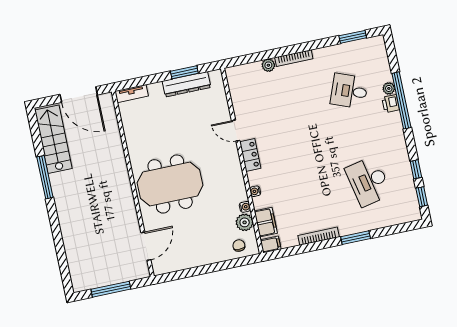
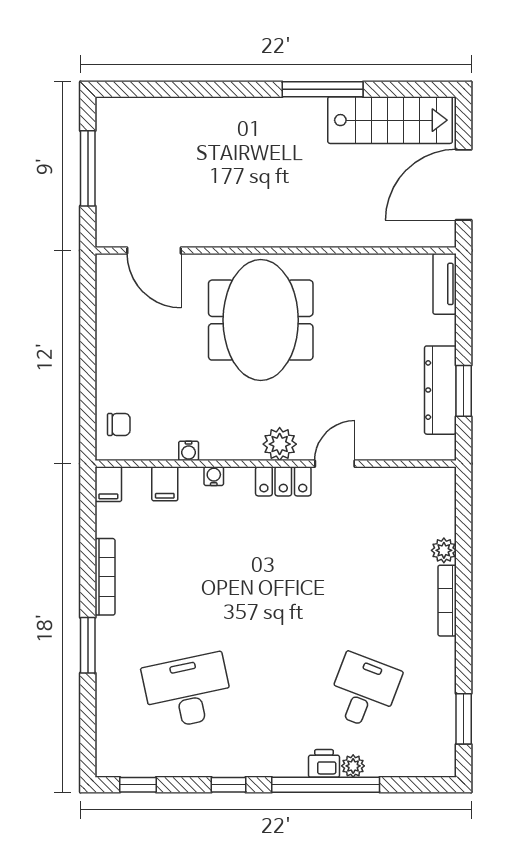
window: (416, 169) -> (228, 785), moved
plant: (245, 222) -> (280, 444), moved
filing cabinet: (266, 222) -> (165, 484), width x0.50

